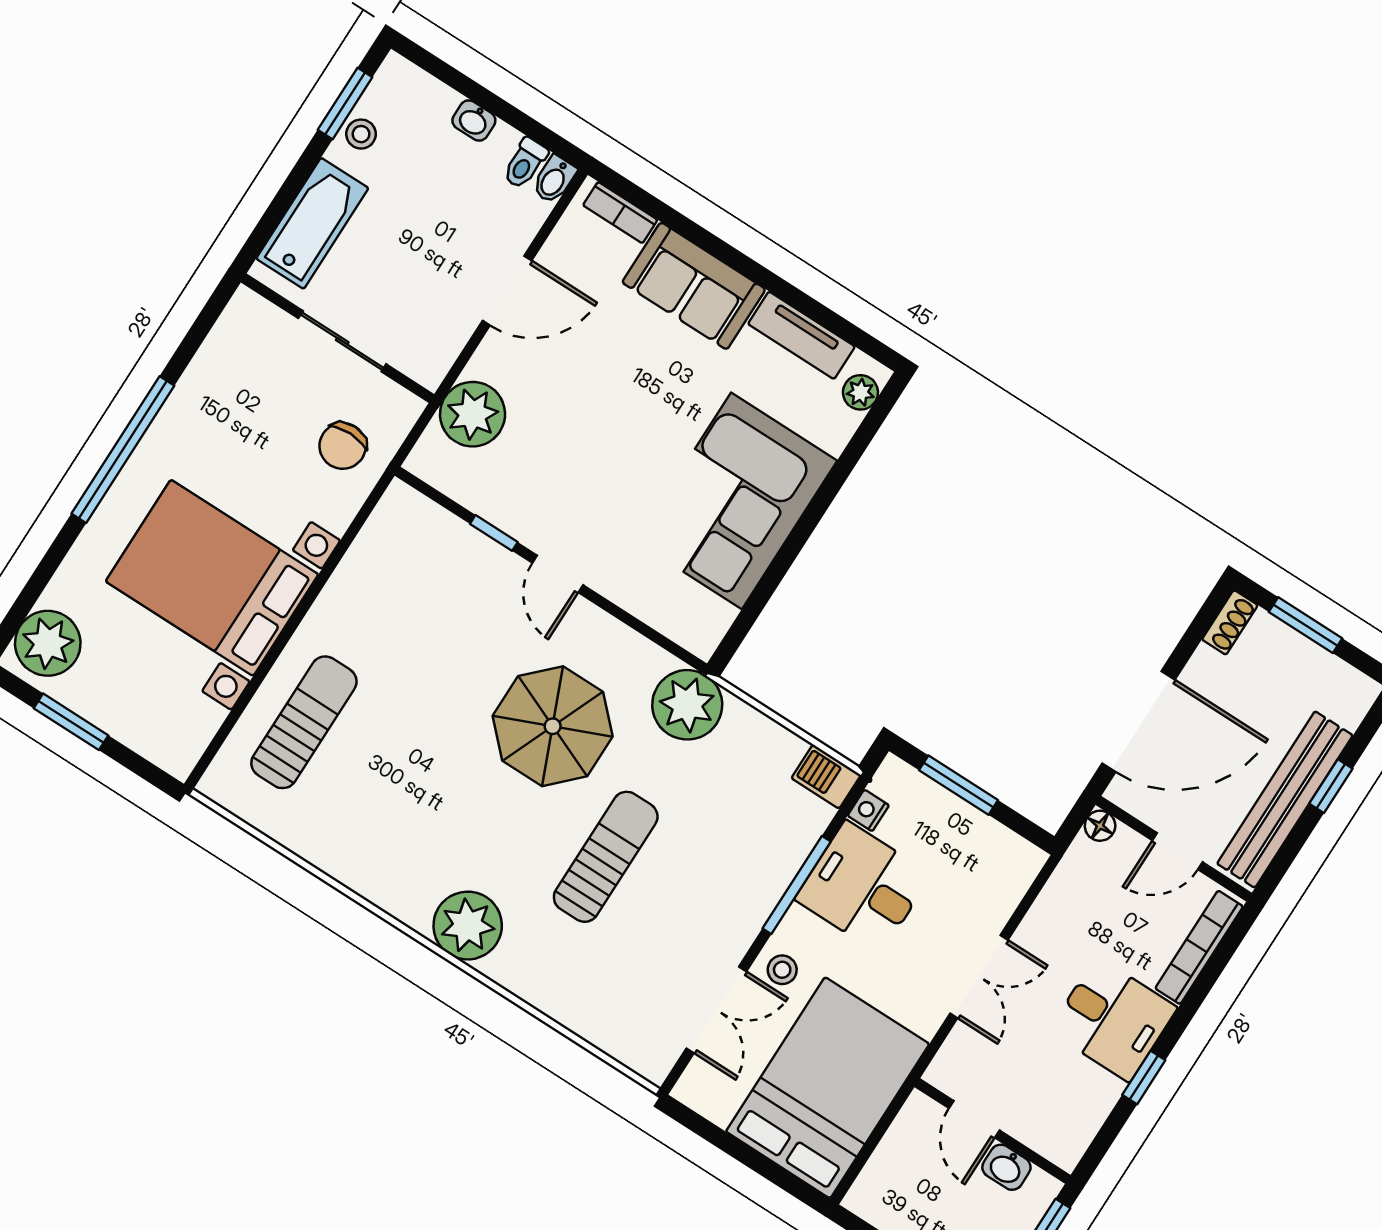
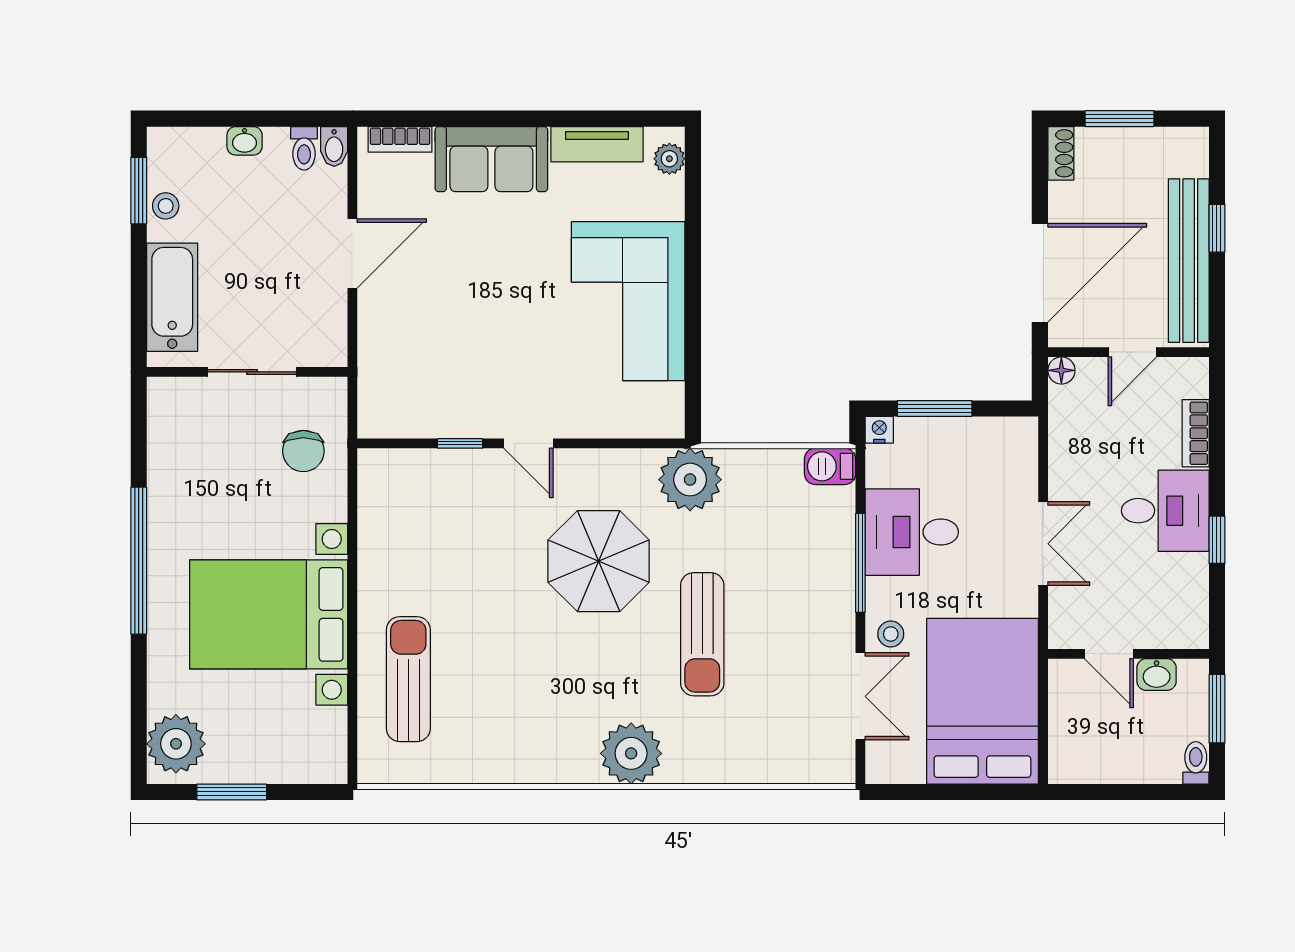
plant: (473, 414) -> (386, 364), removed
nightstand: (868, 810) -> (879, 430), moved, turned 90
sun lounger: (606, 857) -> (702, 634), turned 180
bookcase: (1199, 947) -> (1196, 433), width x0.64

